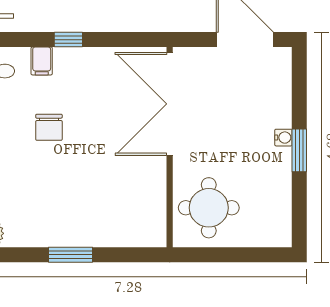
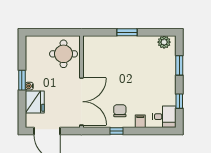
window: (68, 40) -> (117, 131), moved
fridge: (272, 103) -> (35, 102), added
chair: (49, 127) -> (120, 111), moved

